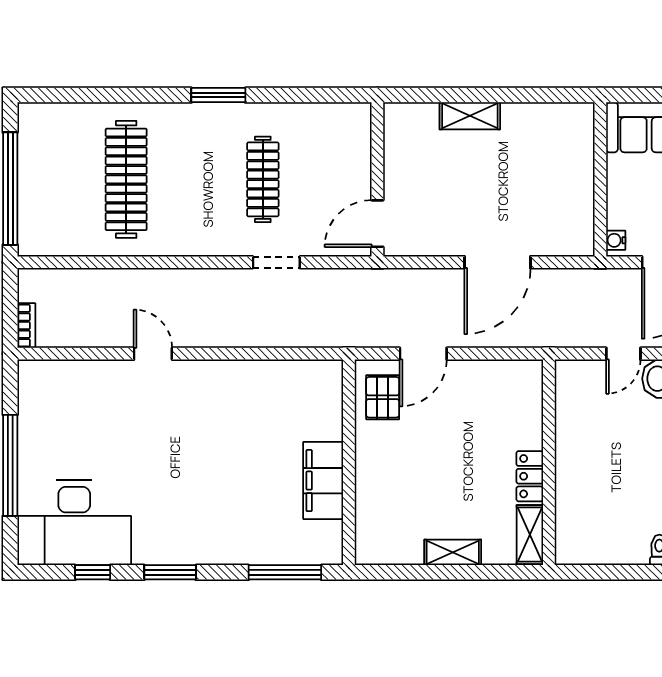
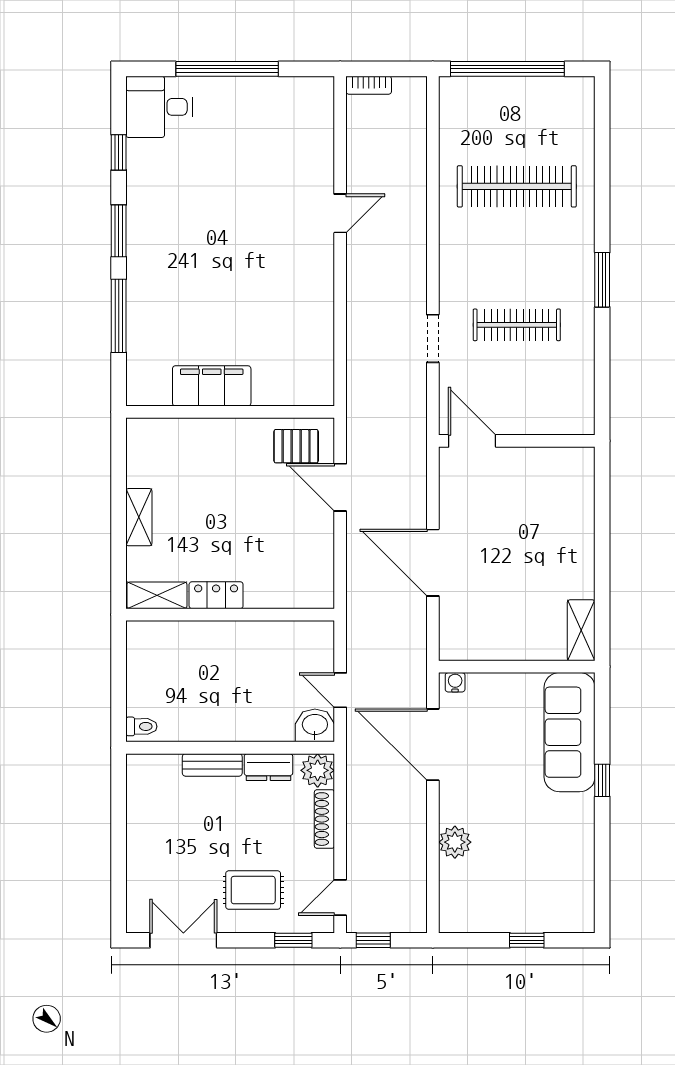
shelving: (470, 116) -> (581, 630), moved
desk: (74, 523) -> (159, 107), width x0.53, depth x0.77
window: (285, 572) -> (119, 316), moved

